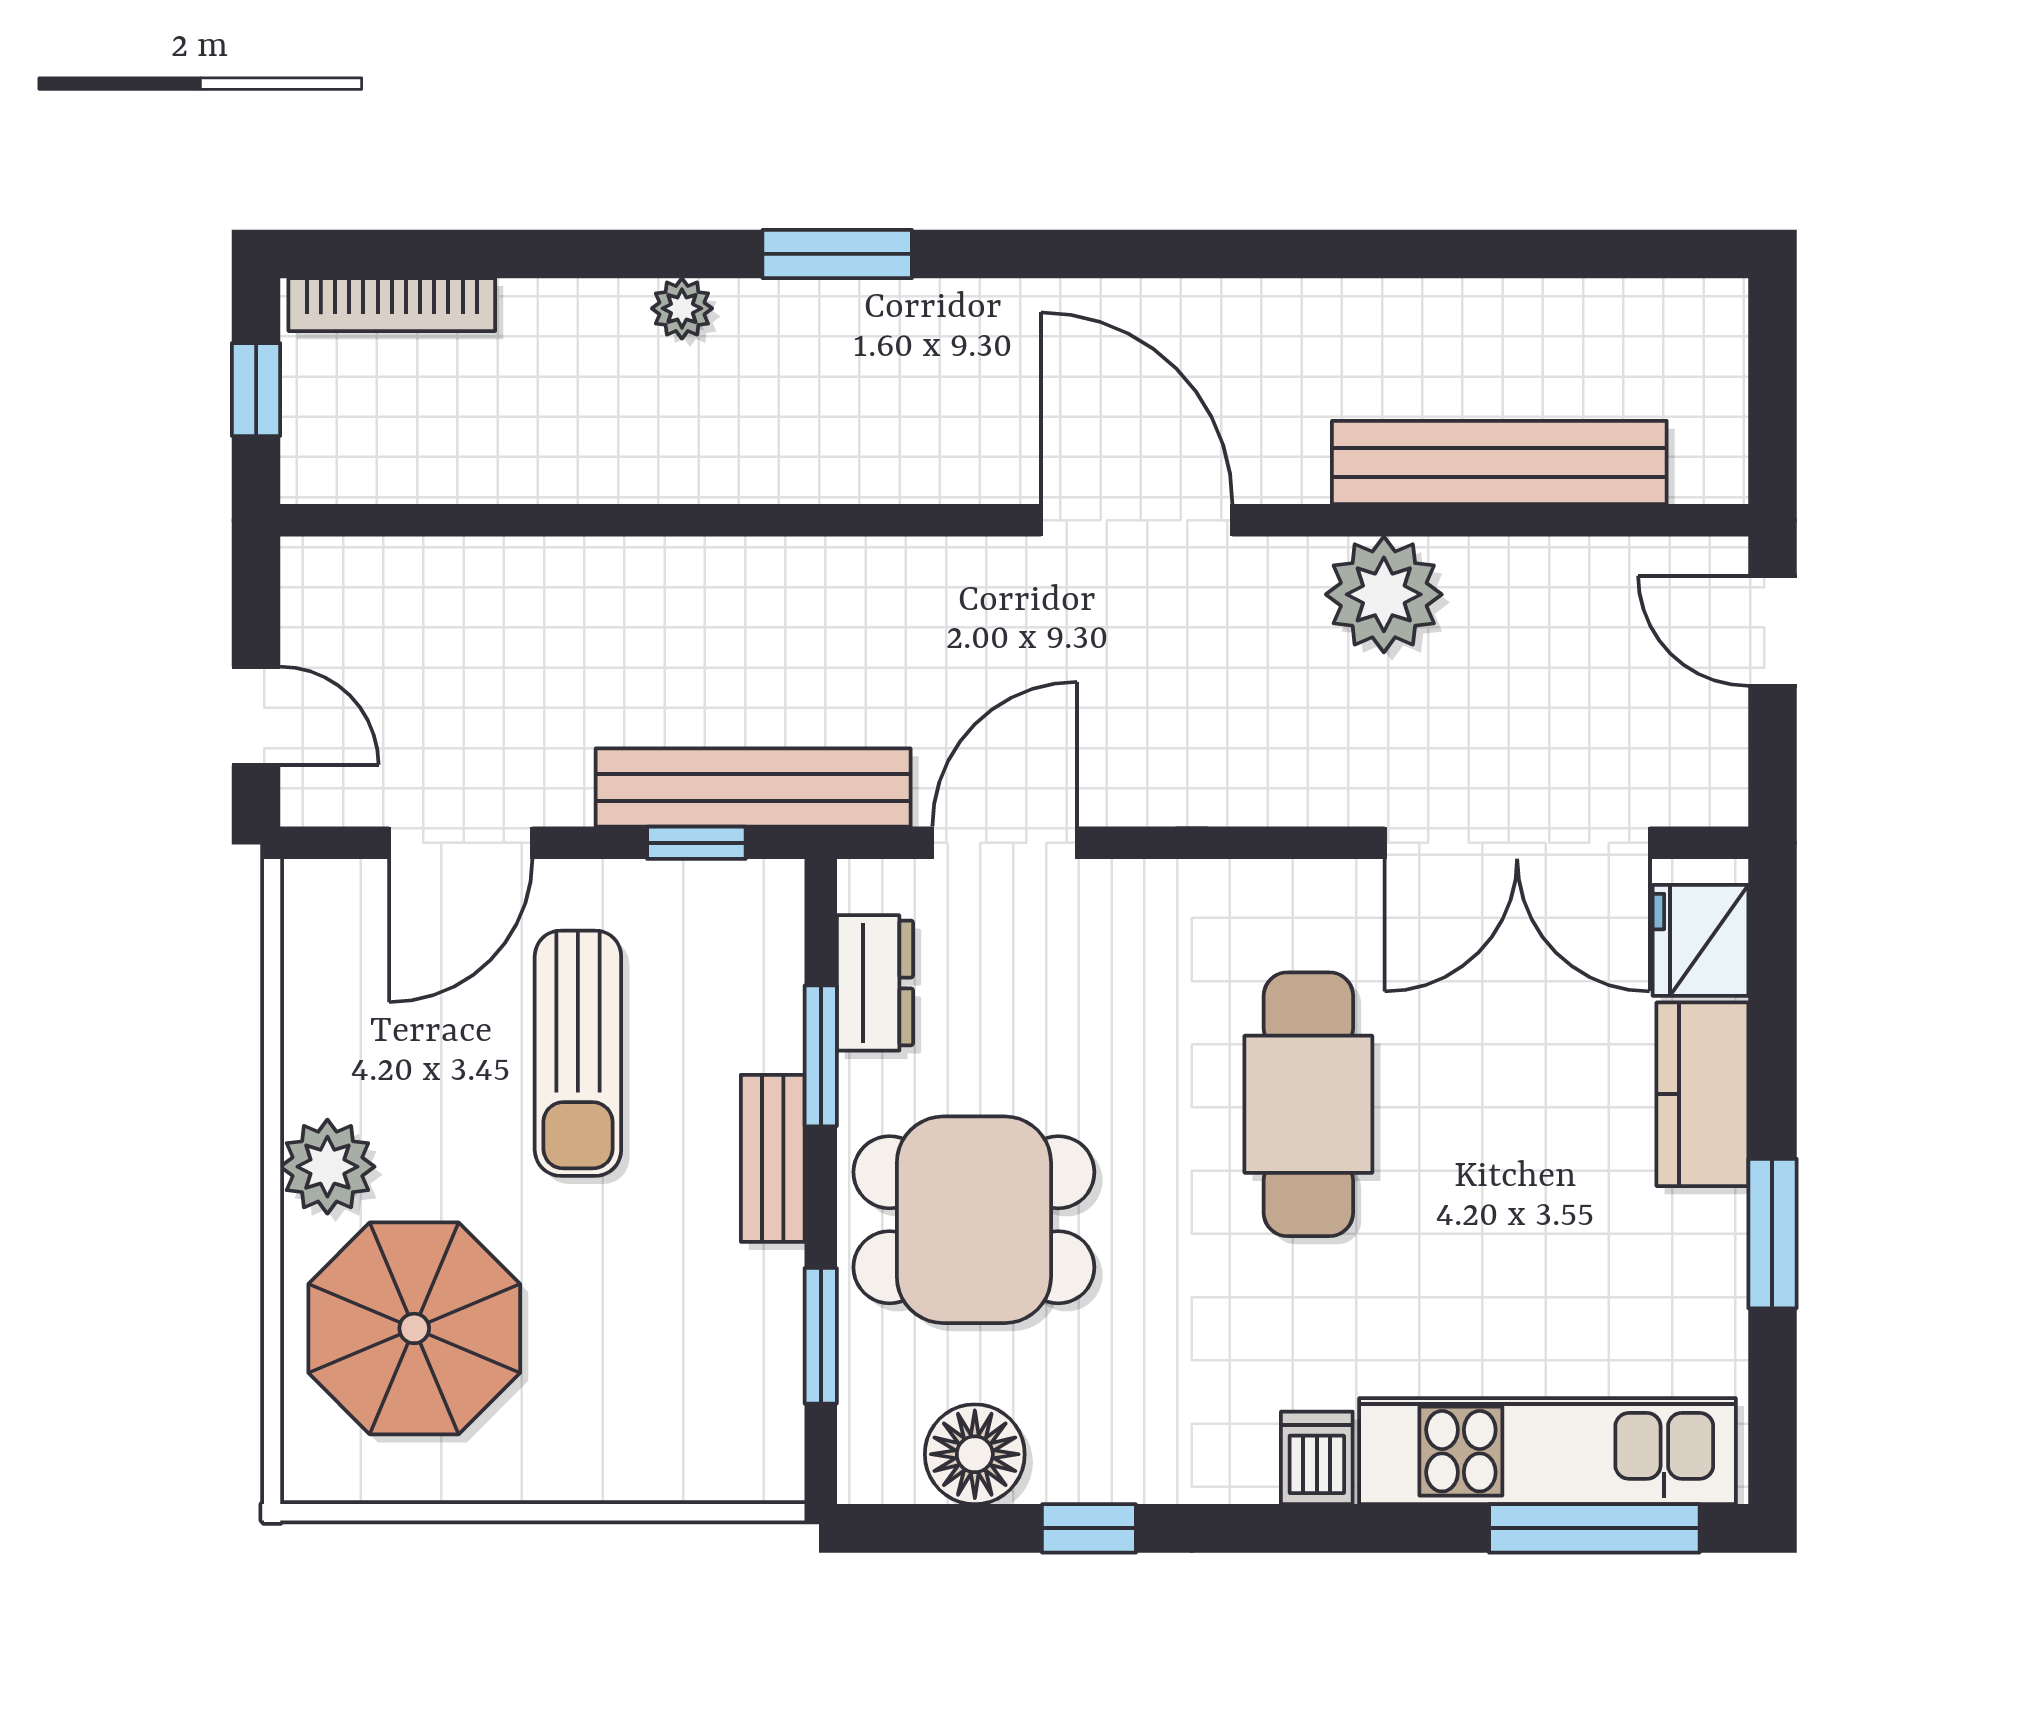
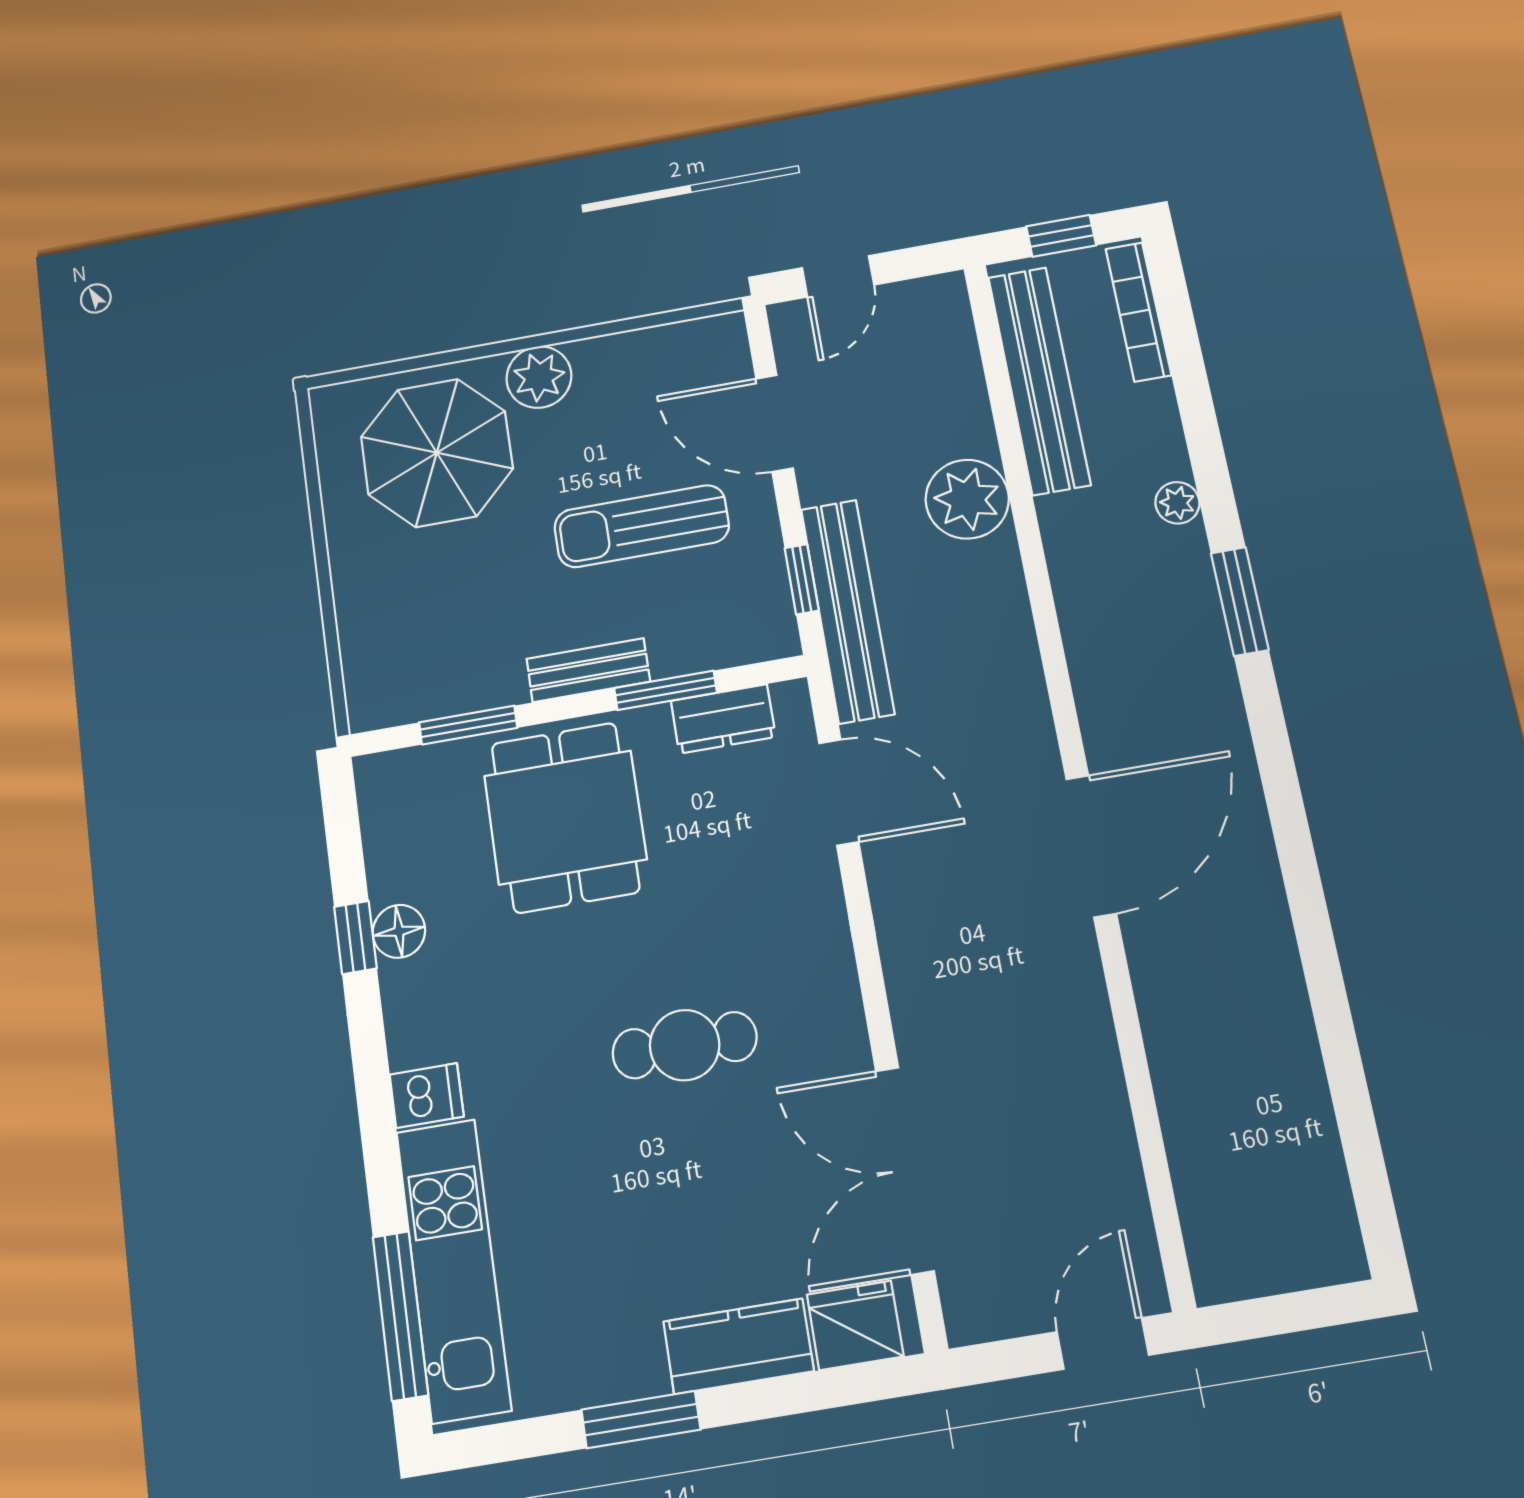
bench: (1499, 462) -> (1039, 380), moved
plant: (1384, 594) -> (967, 499), moved
cafe table: (1308, 1104) -> (685, 1045), width x0.73, depth x0.74
floor lamp: (975, 1454) -> (399, 931), moved, width x0.73, depth x0.73

